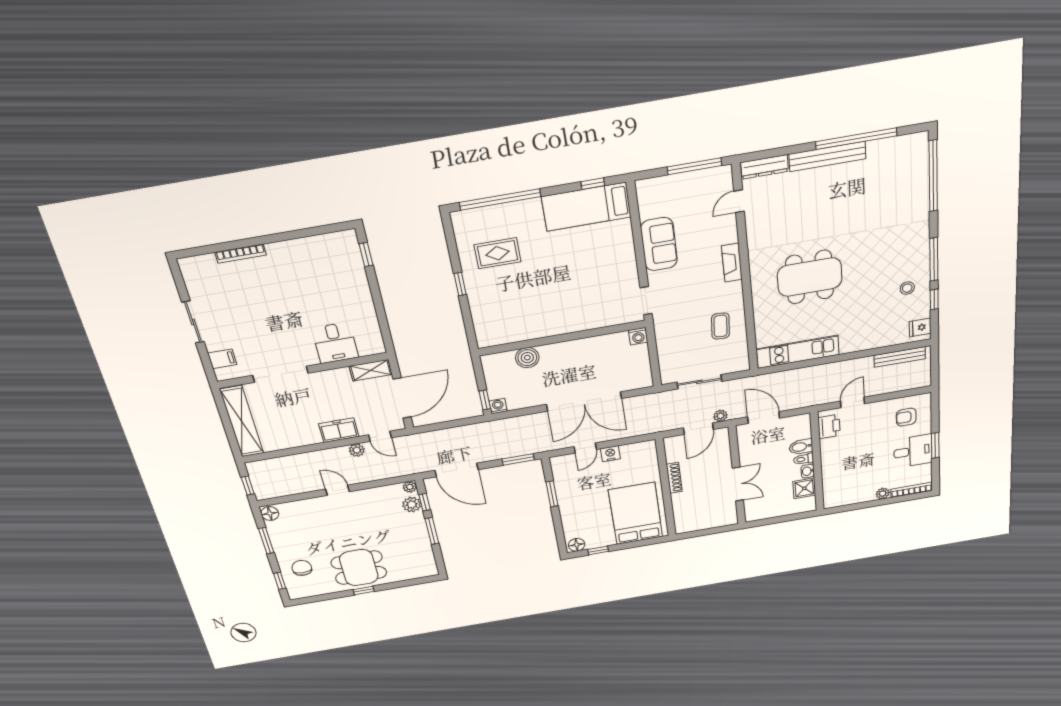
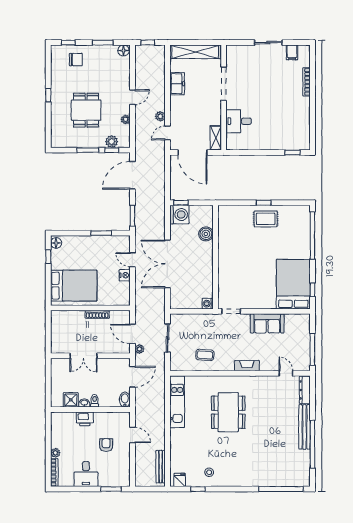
bed: (586, 207) -> (293, 284), width x1.50
rug: (498, 253) -> (266, 219), moved, turned 90
window: (934, 259) -> (226, 489), removed
filing cabinet: (222, 359) -> (292, 52), moved
washing machine: (498, 406) -> (179, 215), width x1.89, depth x1.89
armchair: (906, 417) -> (106, 445), moved
printer: (829, 427) -> (85, 419), moved
freezer: (339, 430) -> (177, 84), moved
window: (935, 445) -> (111, 489), moved
bidet: (801, 447) -> (125, 400), moved
plant: (410, 487) -> (126, 119), moved
dining table: (359, 568) -> (86, 110), moved

